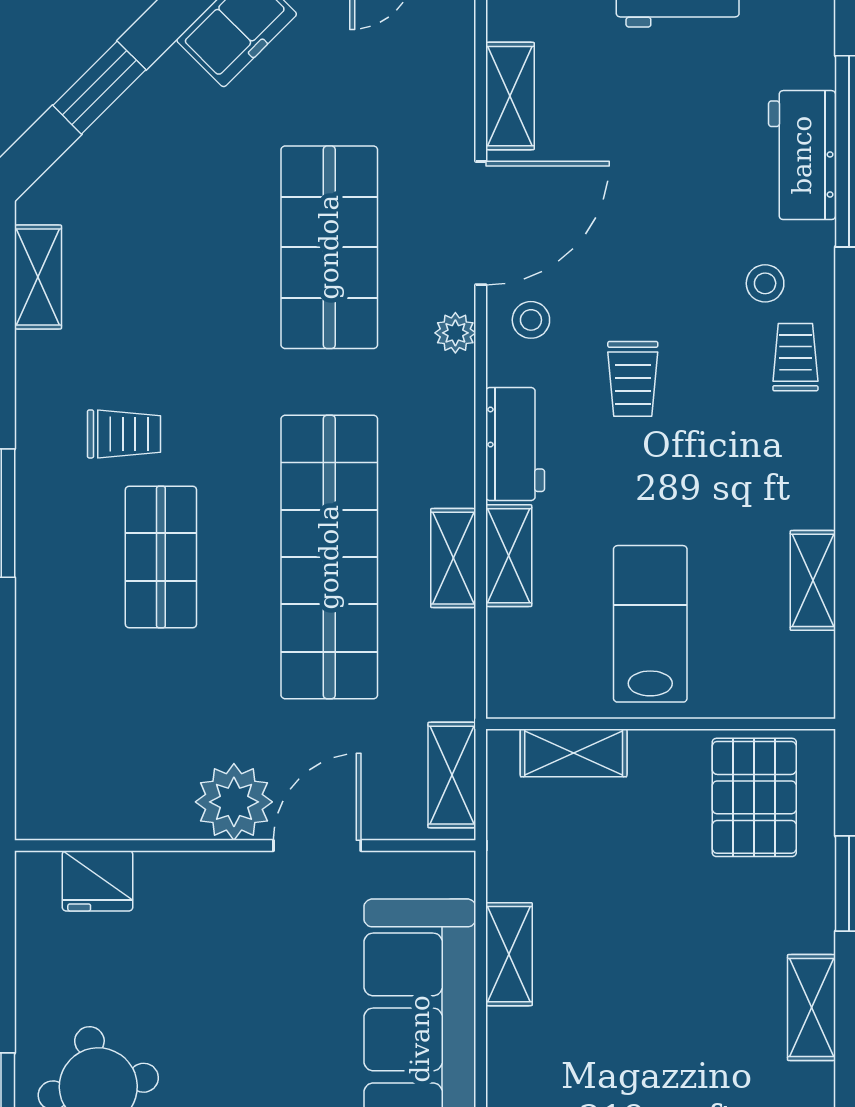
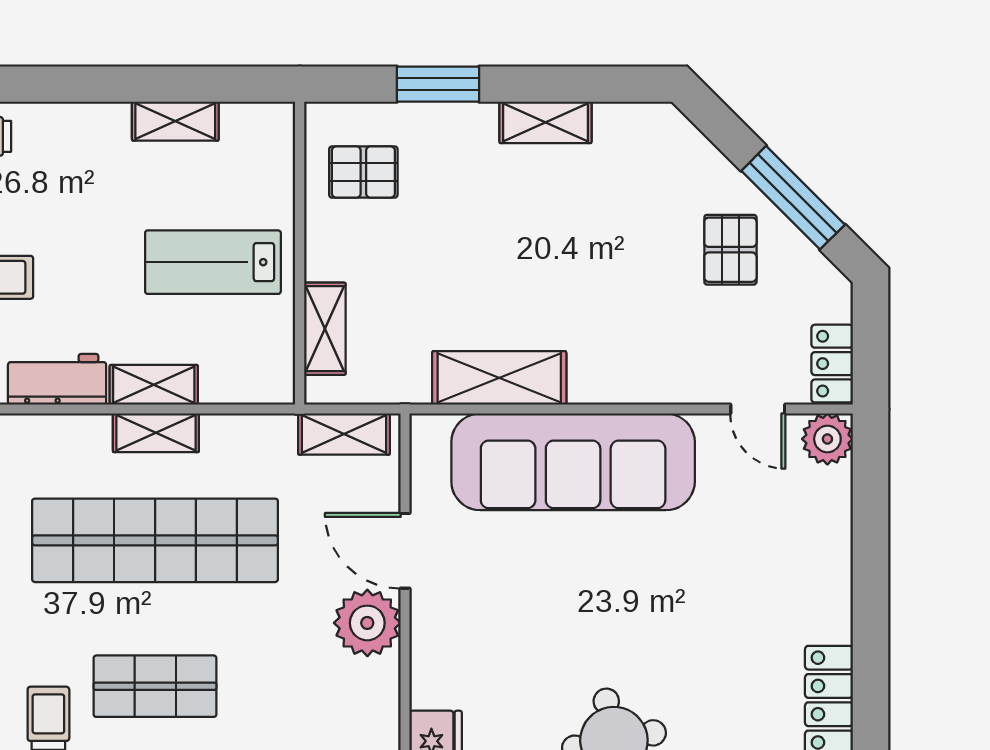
pallet: (754, 797) -> (363, 172), width x0.67, depth x0.71
shelving: (509, 954) -> (499, 378), width x1.50, depth x1.33

